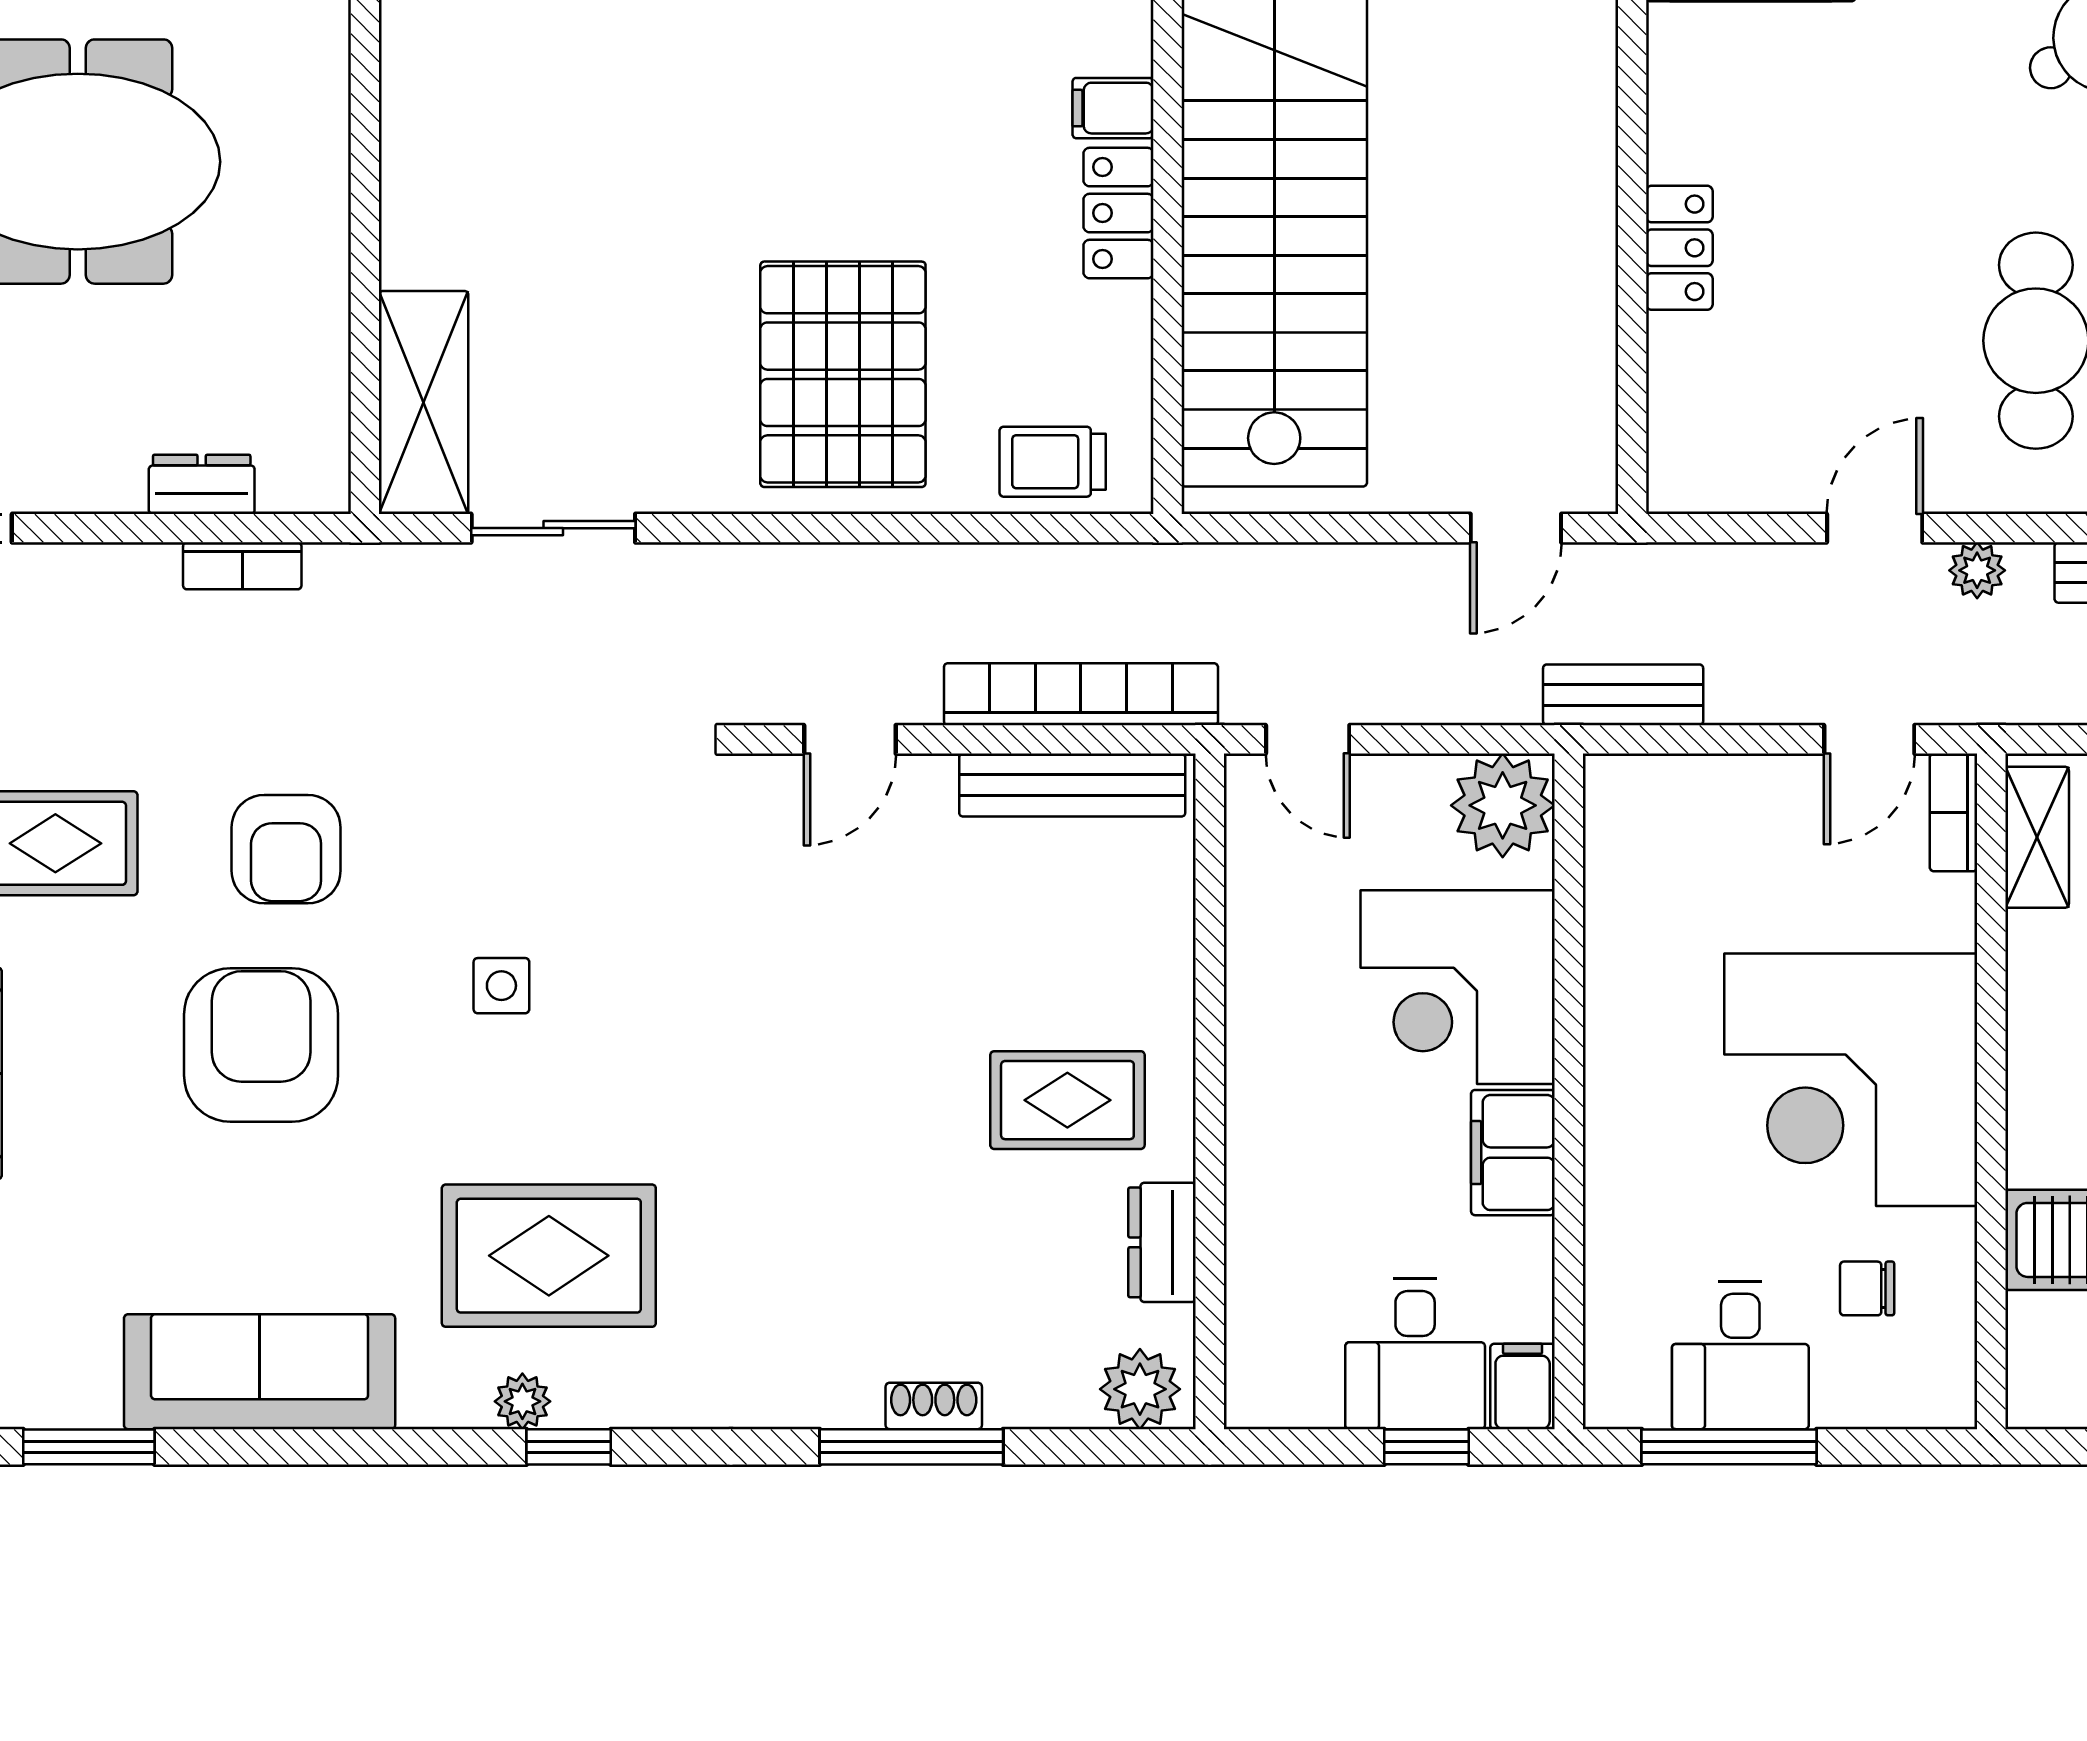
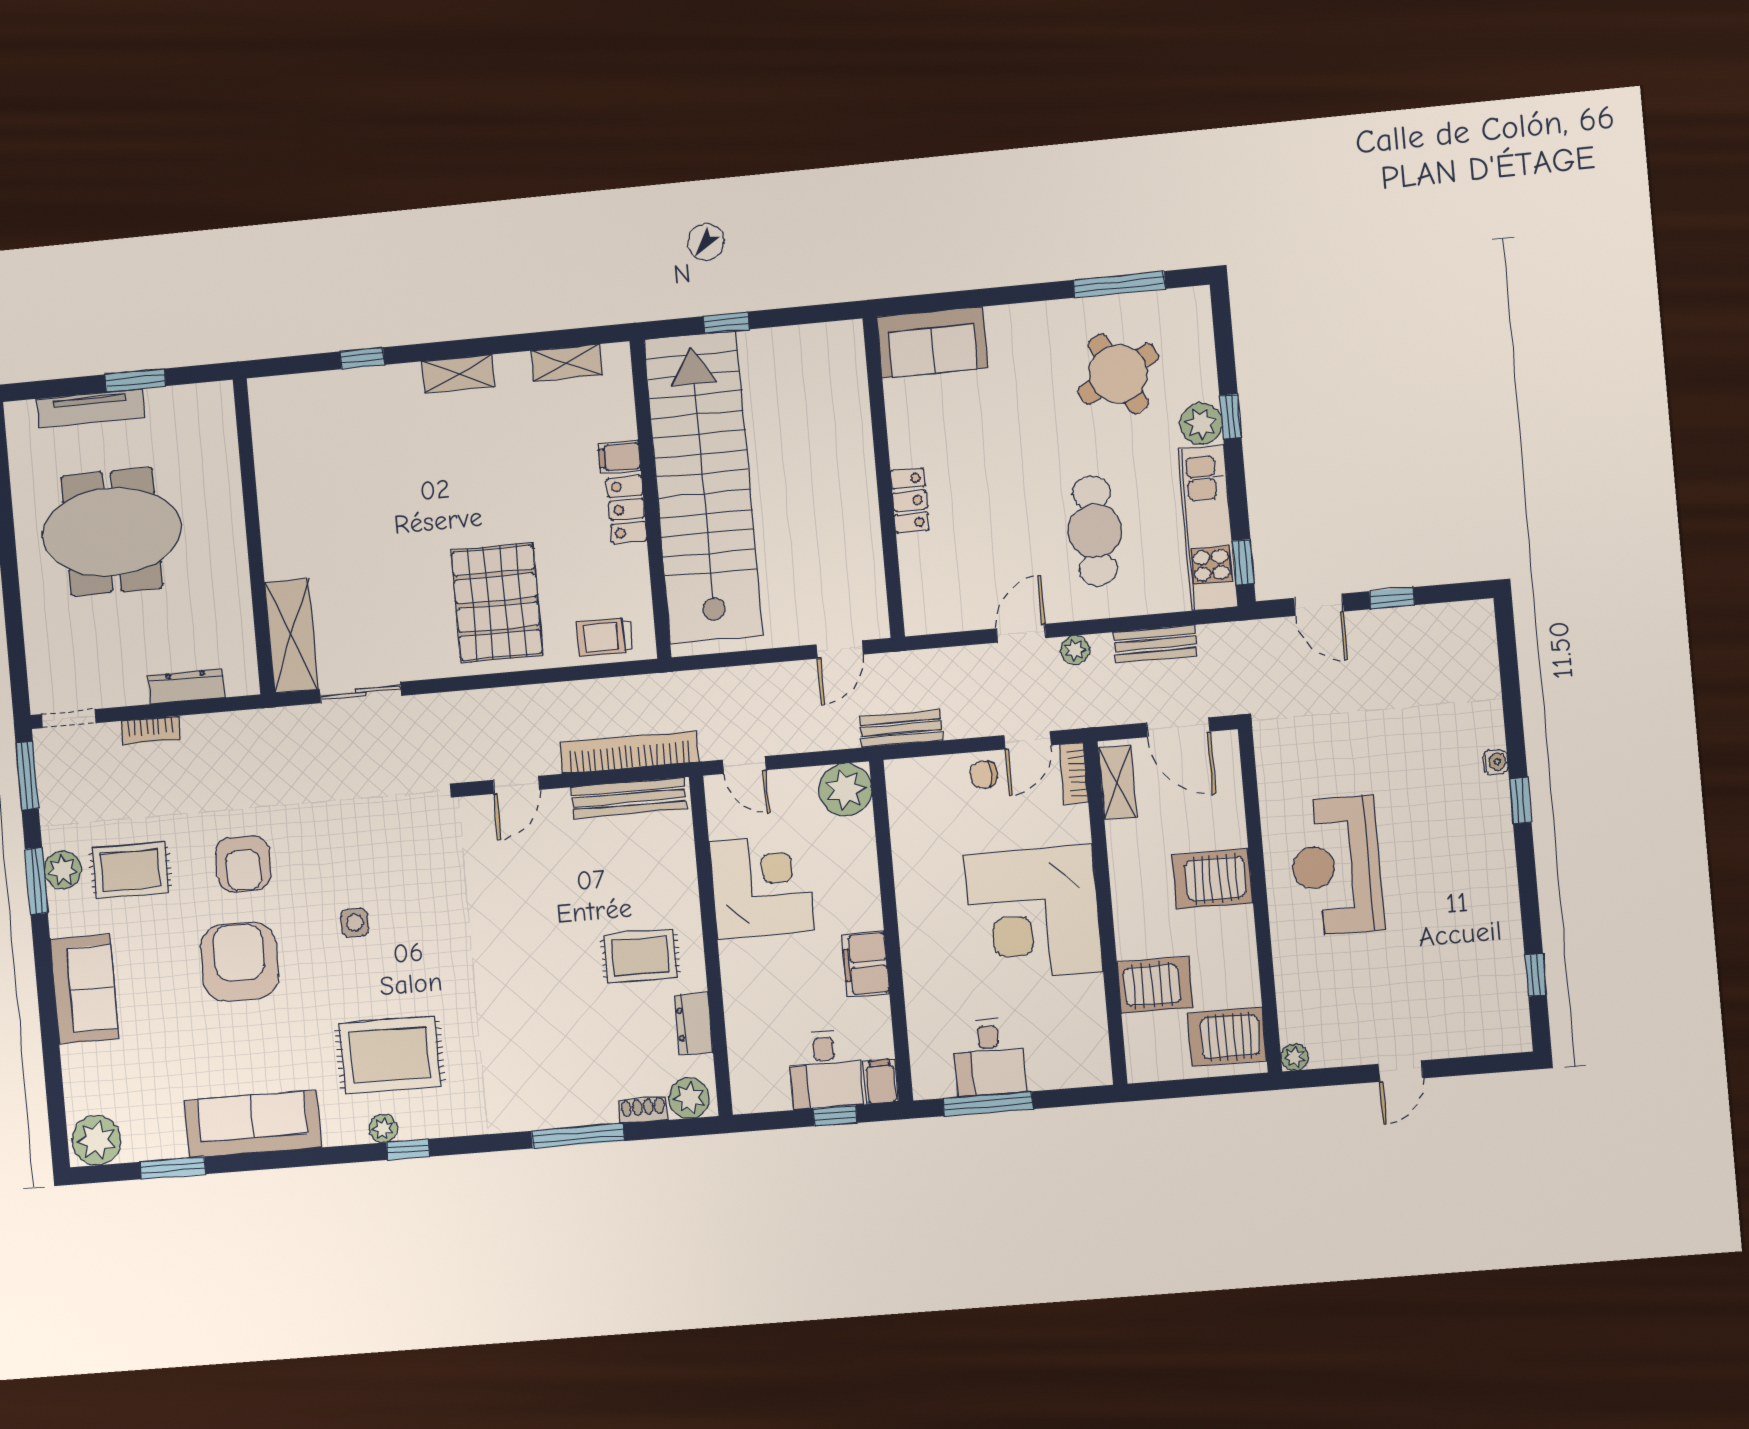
dresser: (202, 484) -> (186, 686), width x1.44
bookcase: (242, 566) -> (151, 730), moved
corner desk: (1458, 987) -> (762, 886), moved, turned 180
chair: (1867, 1288) -> (984, 774), moved
shoe rack: (934, 1406) -> (643, 1110), moved

